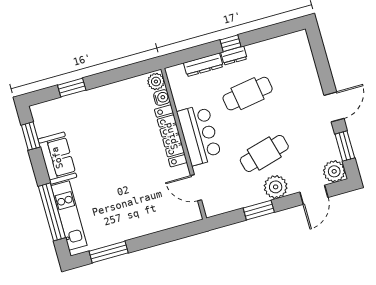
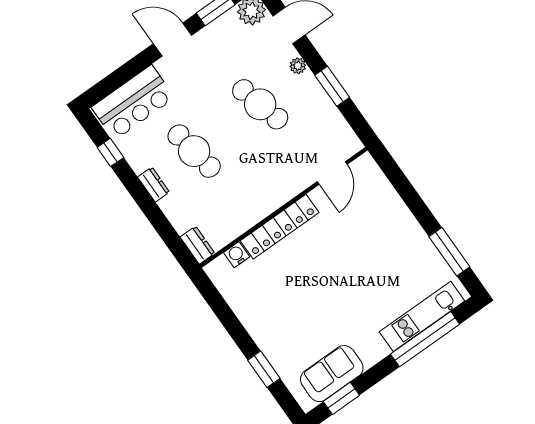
window: (231, 43) -> (110, 152), moved
dresser: (203, 65) -> (197, 245), moved, width x0.70
plant: (156, 82) -> (220, 269), removed
bar counter: (199, 135) -> (133, 102), moved, turned 180
sofa: (57, 158) -> (332, 374), moved
plant: (276, 187) -> (298, 66), width x0.53, depth x0.53

